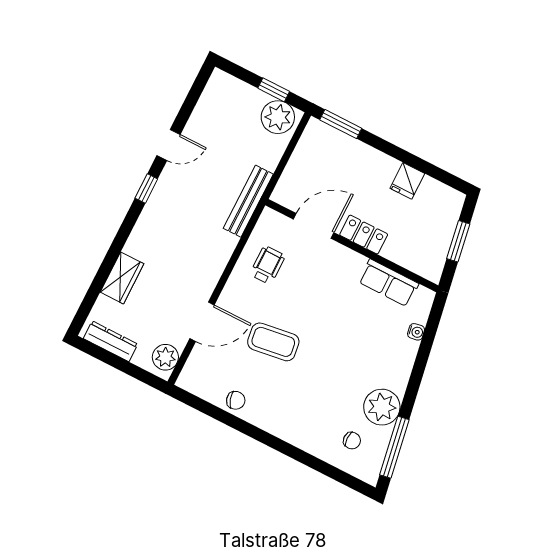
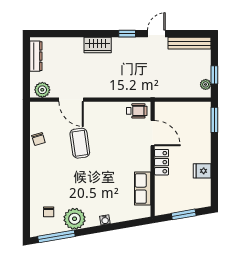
plant: (278, 117) -> (206, 84), width x0.53, depth x0.53
door: (168, 145) -> (156, 34), swing flipped
bench: (248, 201) -> (190, 43), moved
wheelchair: (267, 265) -> (137, 111), moved
wardrobe: (122, 278) -> (98, 45), moved
water cooler: (416, 332) -> (105, 220), moved

